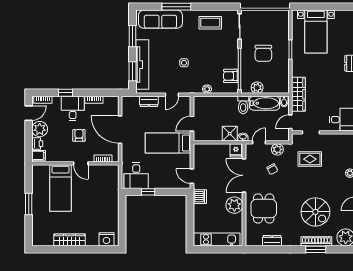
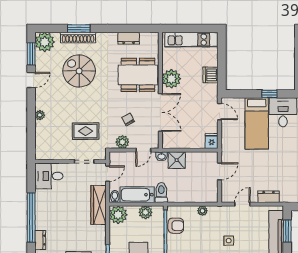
plant: (281, 86) -> (118, 215), added
bed: (168, 143) -> (257, 123), moved, turned 90
fridge: (236, 150) -> (212, 141), moved
dishwasher: (200, 197) -> (211, 75), moved
dining table: (264, 208) -> (138, 75), width x1.38

